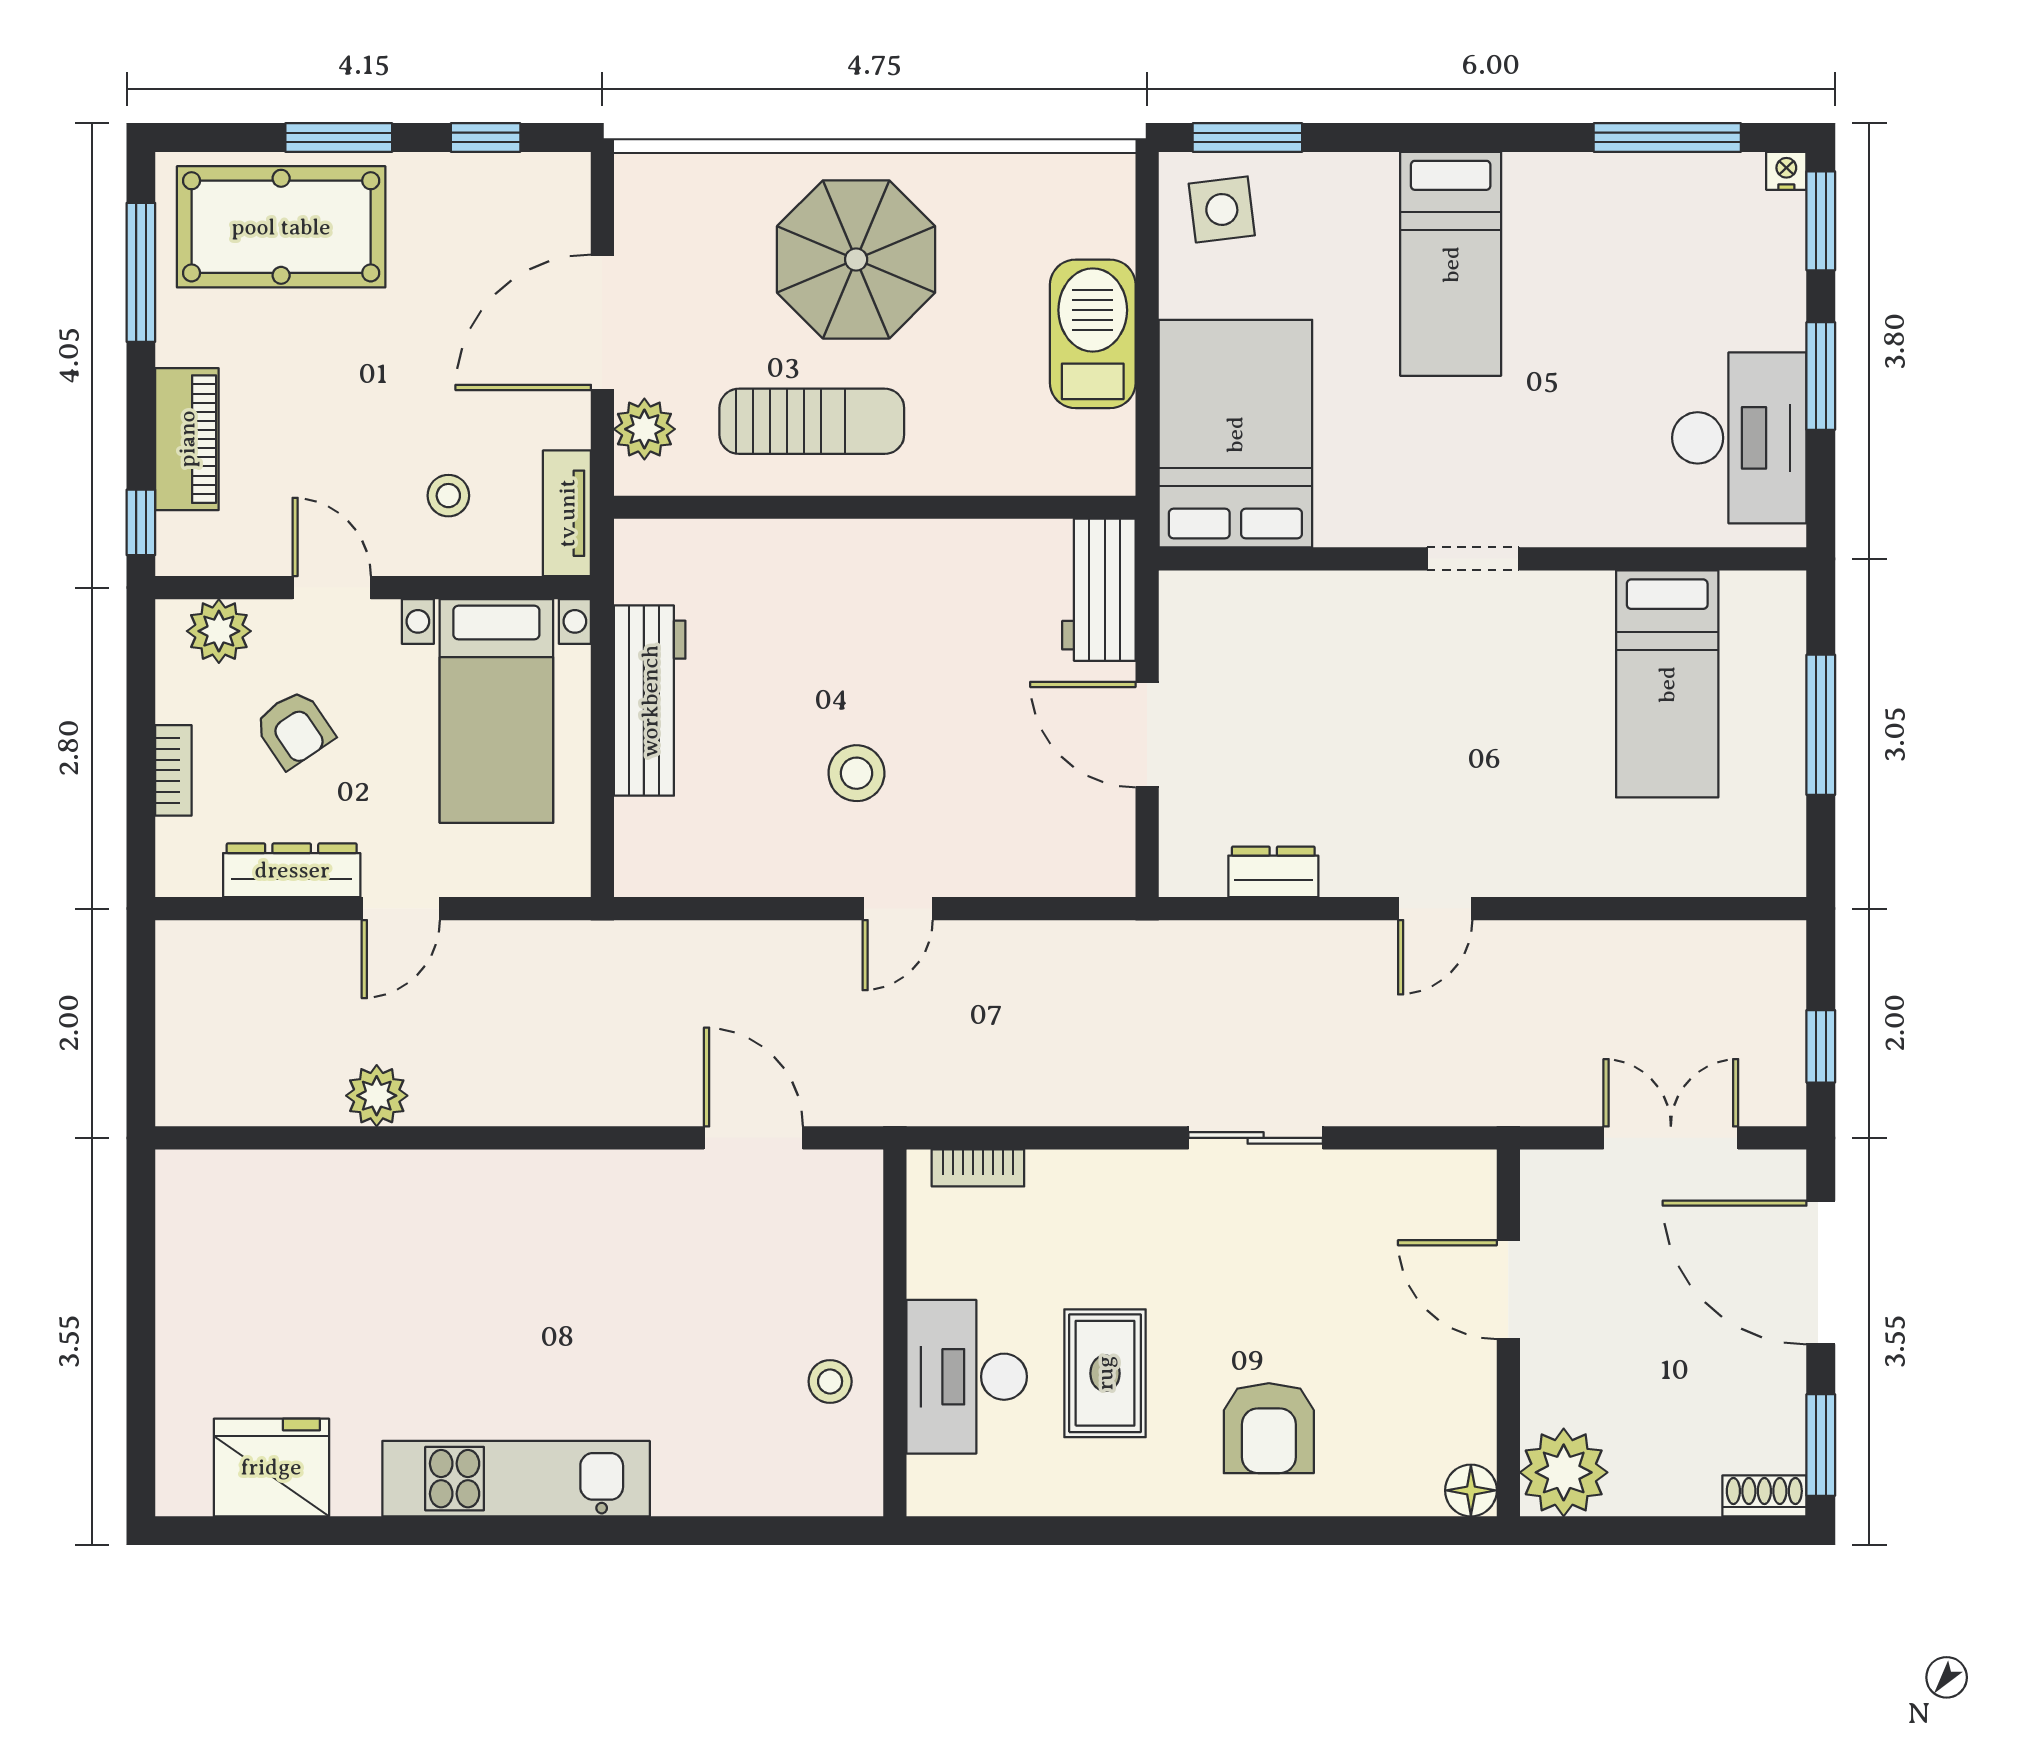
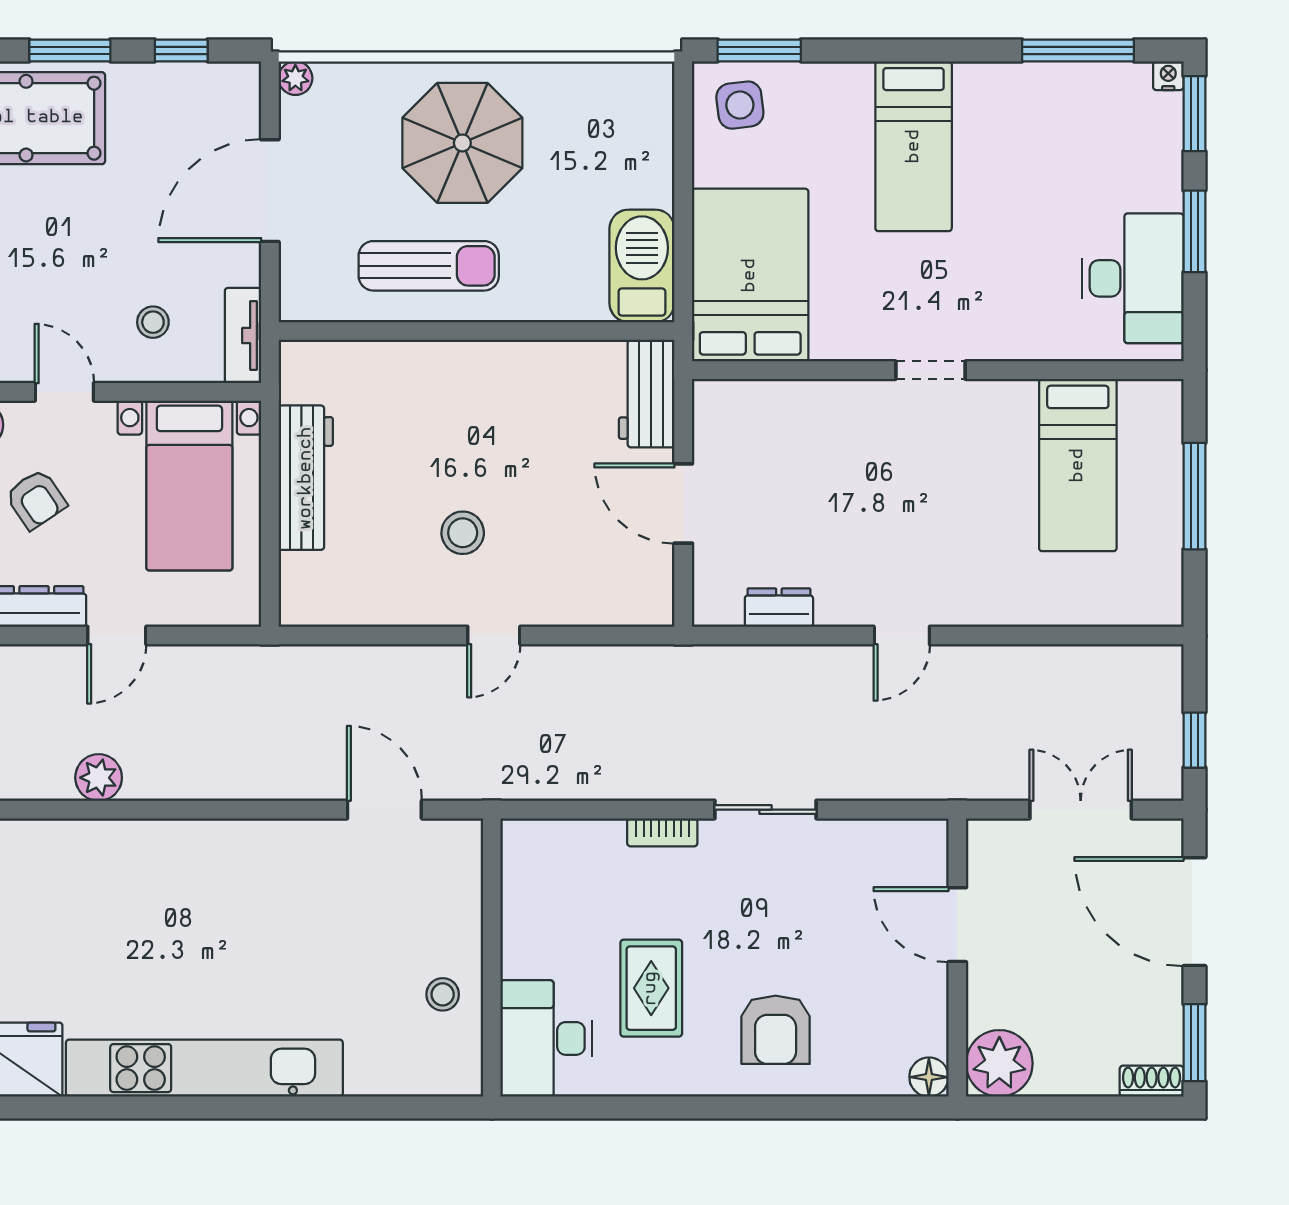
barbecue: (1093, 334) -> (642, 266), moved
plant: (644, 429) -> (295, 78), moved, width x0.73, depth x0.73
bookcase: (978, 1168) -> (662, 832), moved
desk: (967, 1377) -> (546, 1038), moved
kitchen unit: (516, 1479) -> (204, 1068), width x1.36

